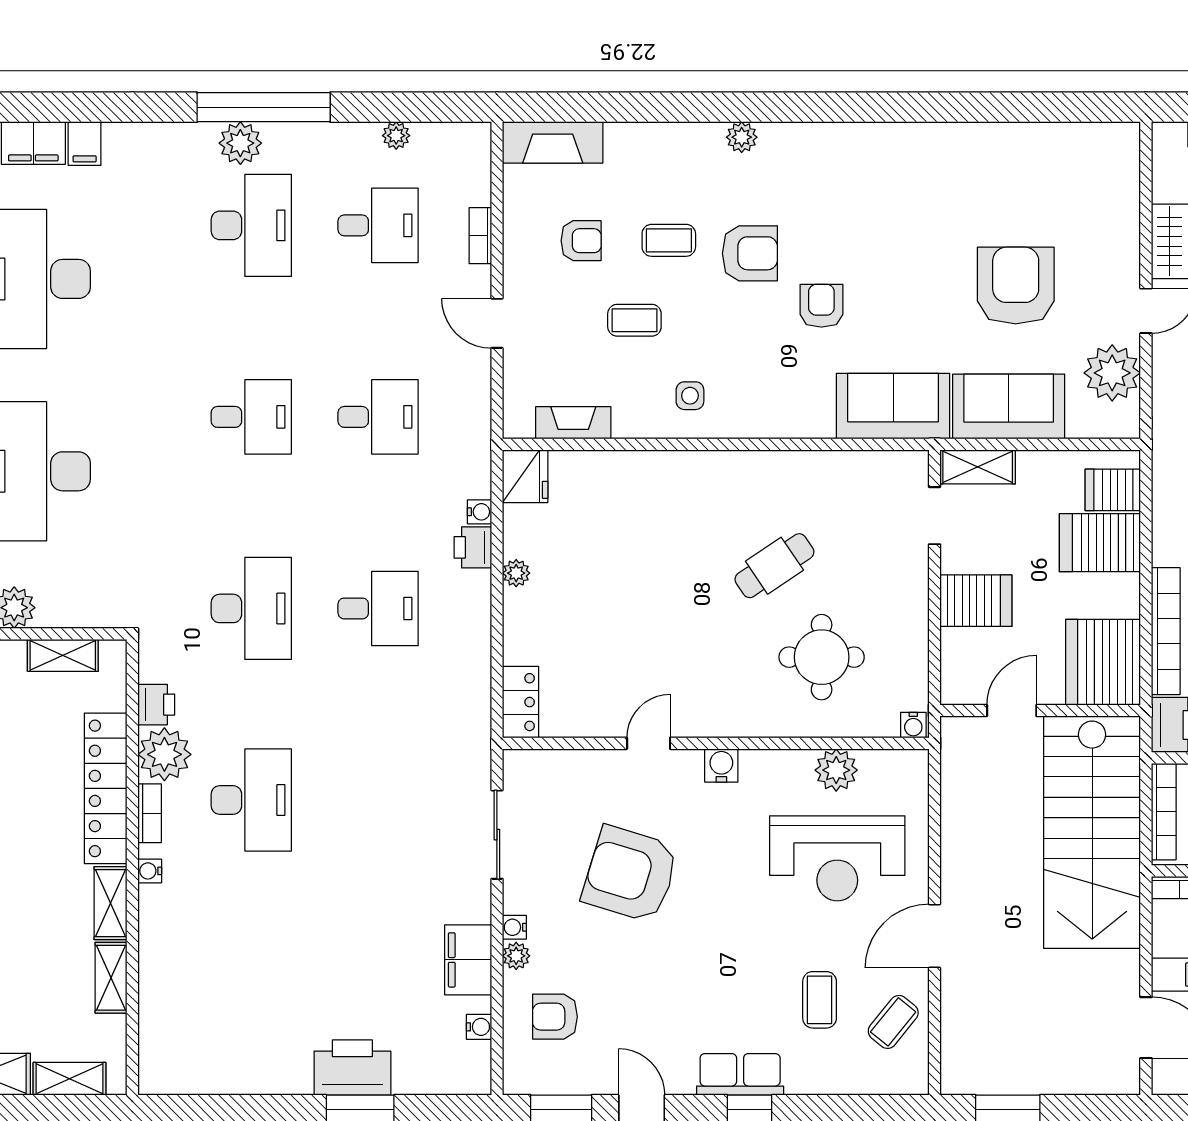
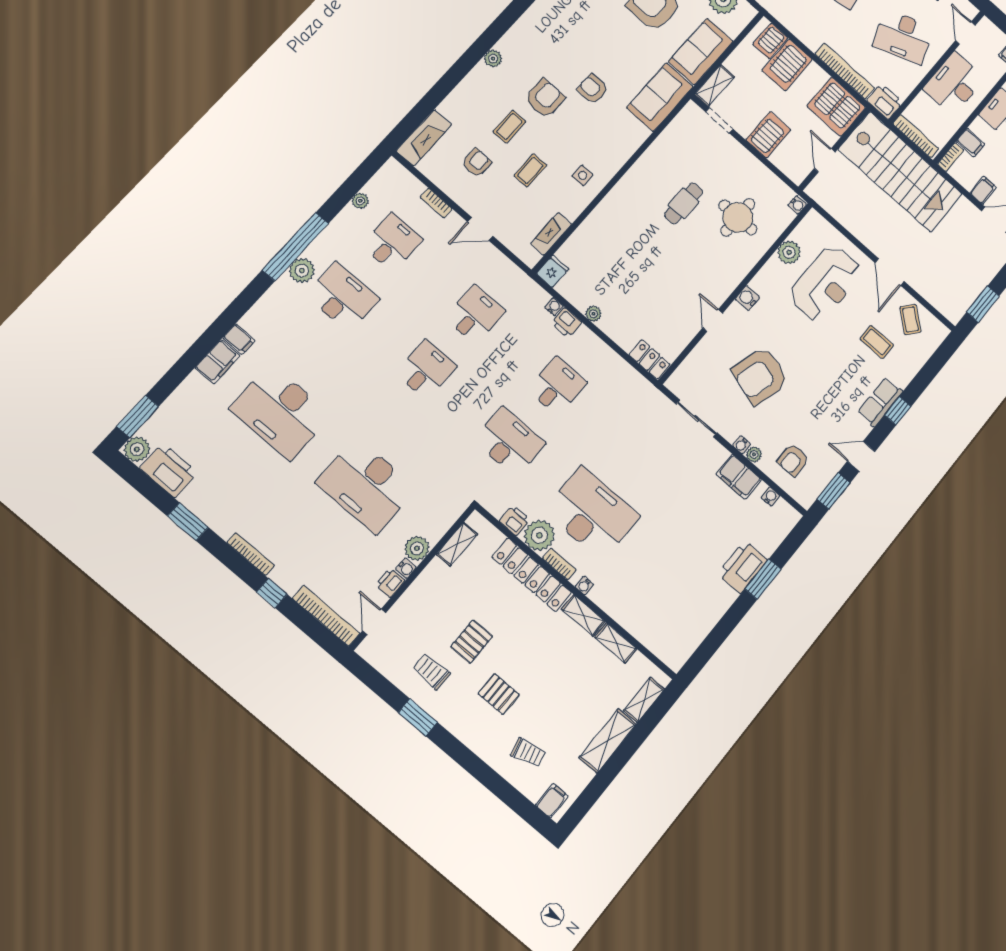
fridge: (525, 476) -> (553, 271), width x0.72
cafe table: (774, 566) -> (684, 203), turned 34
desk: (251, 800) -> (592, 513), width x1.36, depth x1.30

